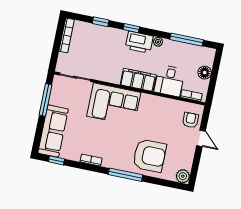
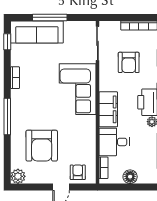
armchair: (99, 52) -> (129, 62), added
window: (45, 100) -> (50, 17), moved
armchair: (191, 120) -> (78, 172), turned -89
armchair: (149, 156) -> (42, 146), moved

